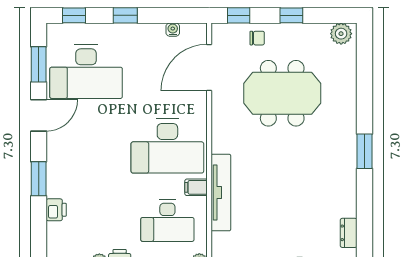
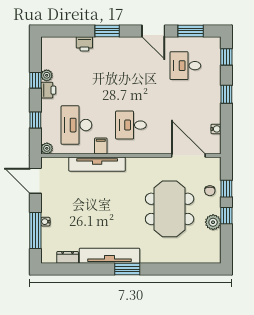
window: (239, 15) -> (226, 189), moved
plant: (341, 34) -> (213, 222), moved
desk: (86, 71) -> (185, 66), width x0.53, depth x0.77
desk: (167, 146) -> (131, 125), width x0.53, depth x0.77
tv unit: (346, 175) -> (109, 256), added

